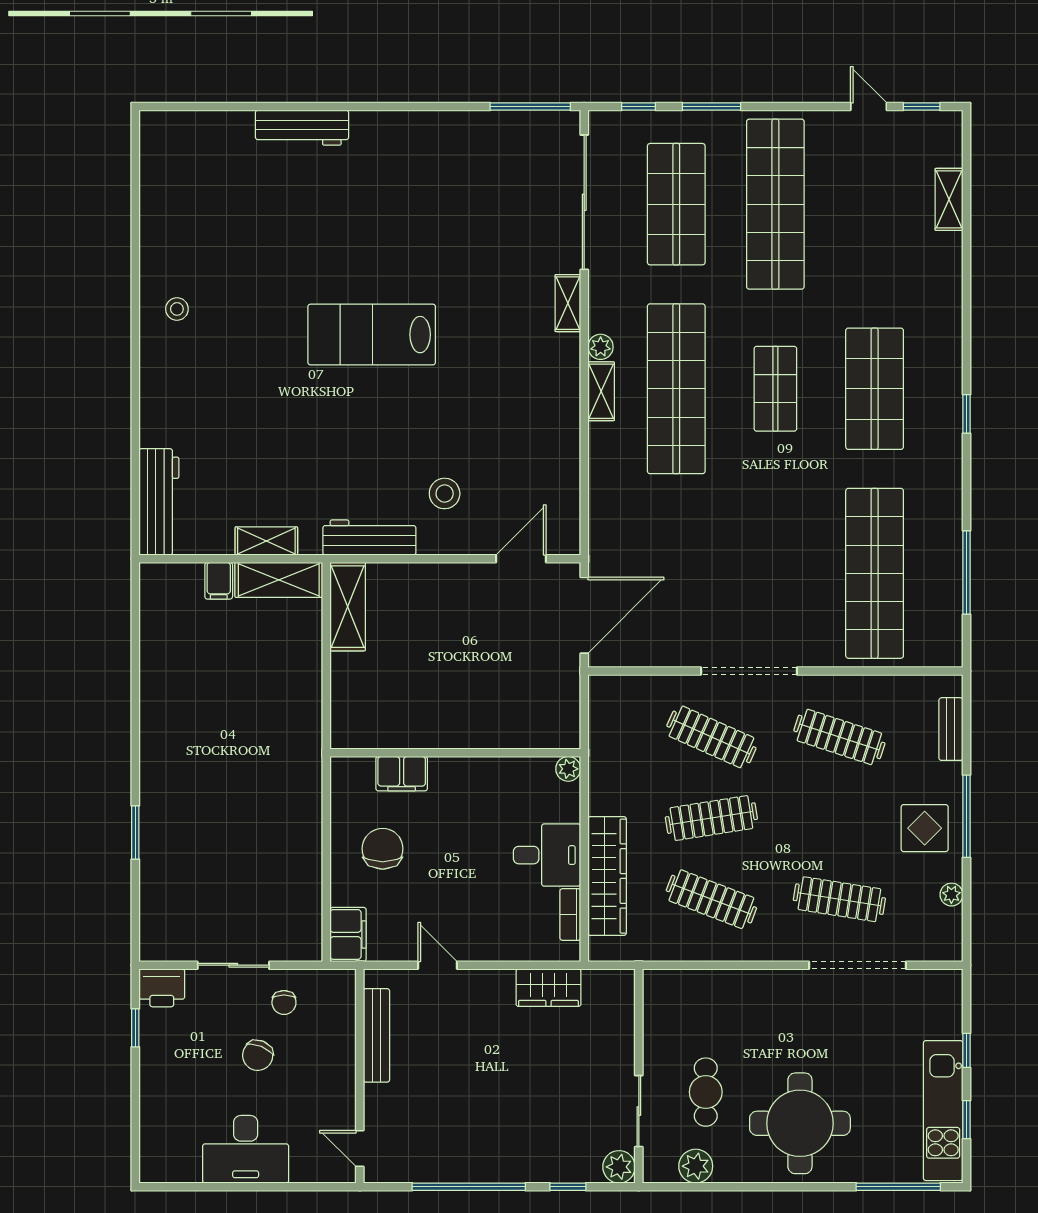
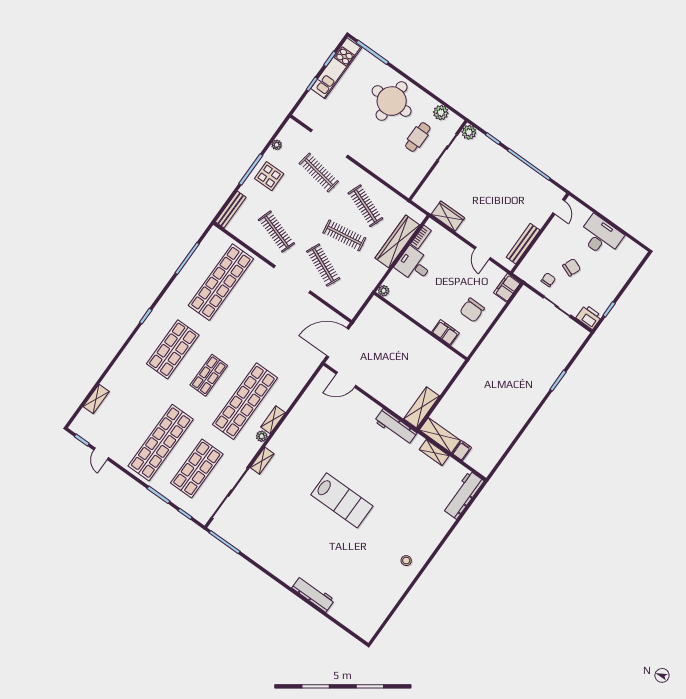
stool: (445, 493) -> (357, 423), removed
bench: (951, 729) -> (231, 209), width x1.36

